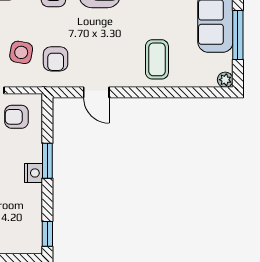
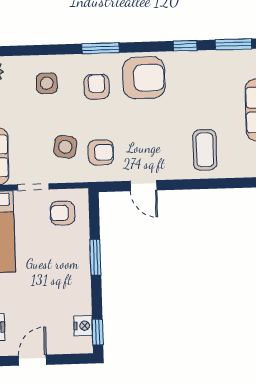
armchair: (56, 59) -> (101, 152), turned -90
nightstand: (34, 173) -> (83, 326), moved

